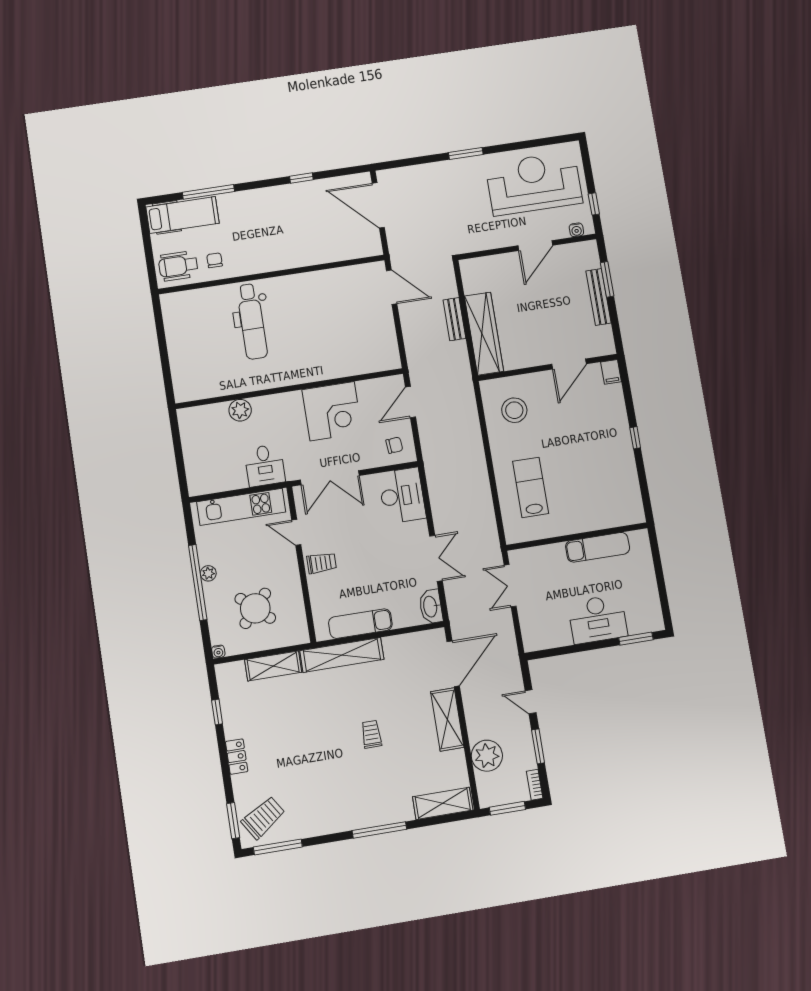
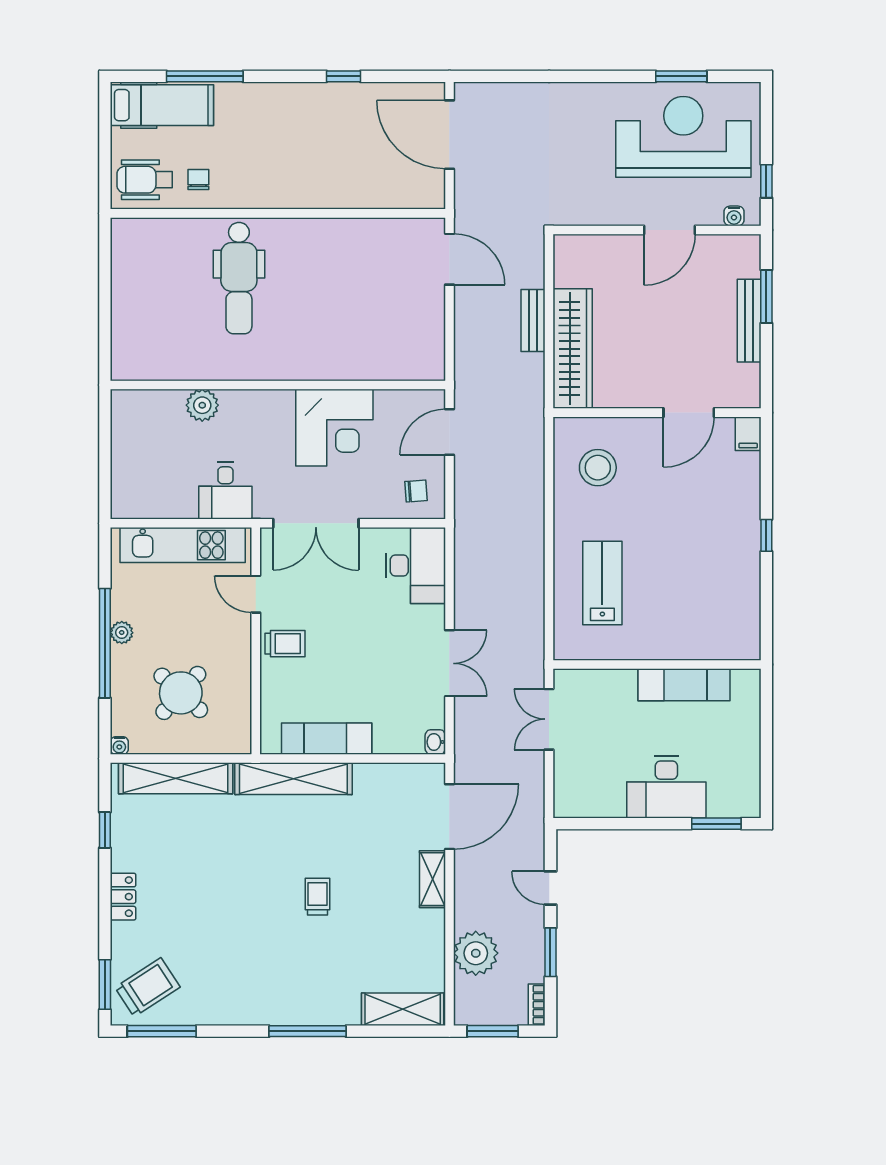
window: (466, 153) -> (681, 76), moved
washbasin: (431, 607) -> (435, 742), width x0.52, depth x0.69
shelving: (273, 666) -> (176, 778), width x1.47
shelving: (447, 719) -> (432, 879), width x0.67, depth x0.75

